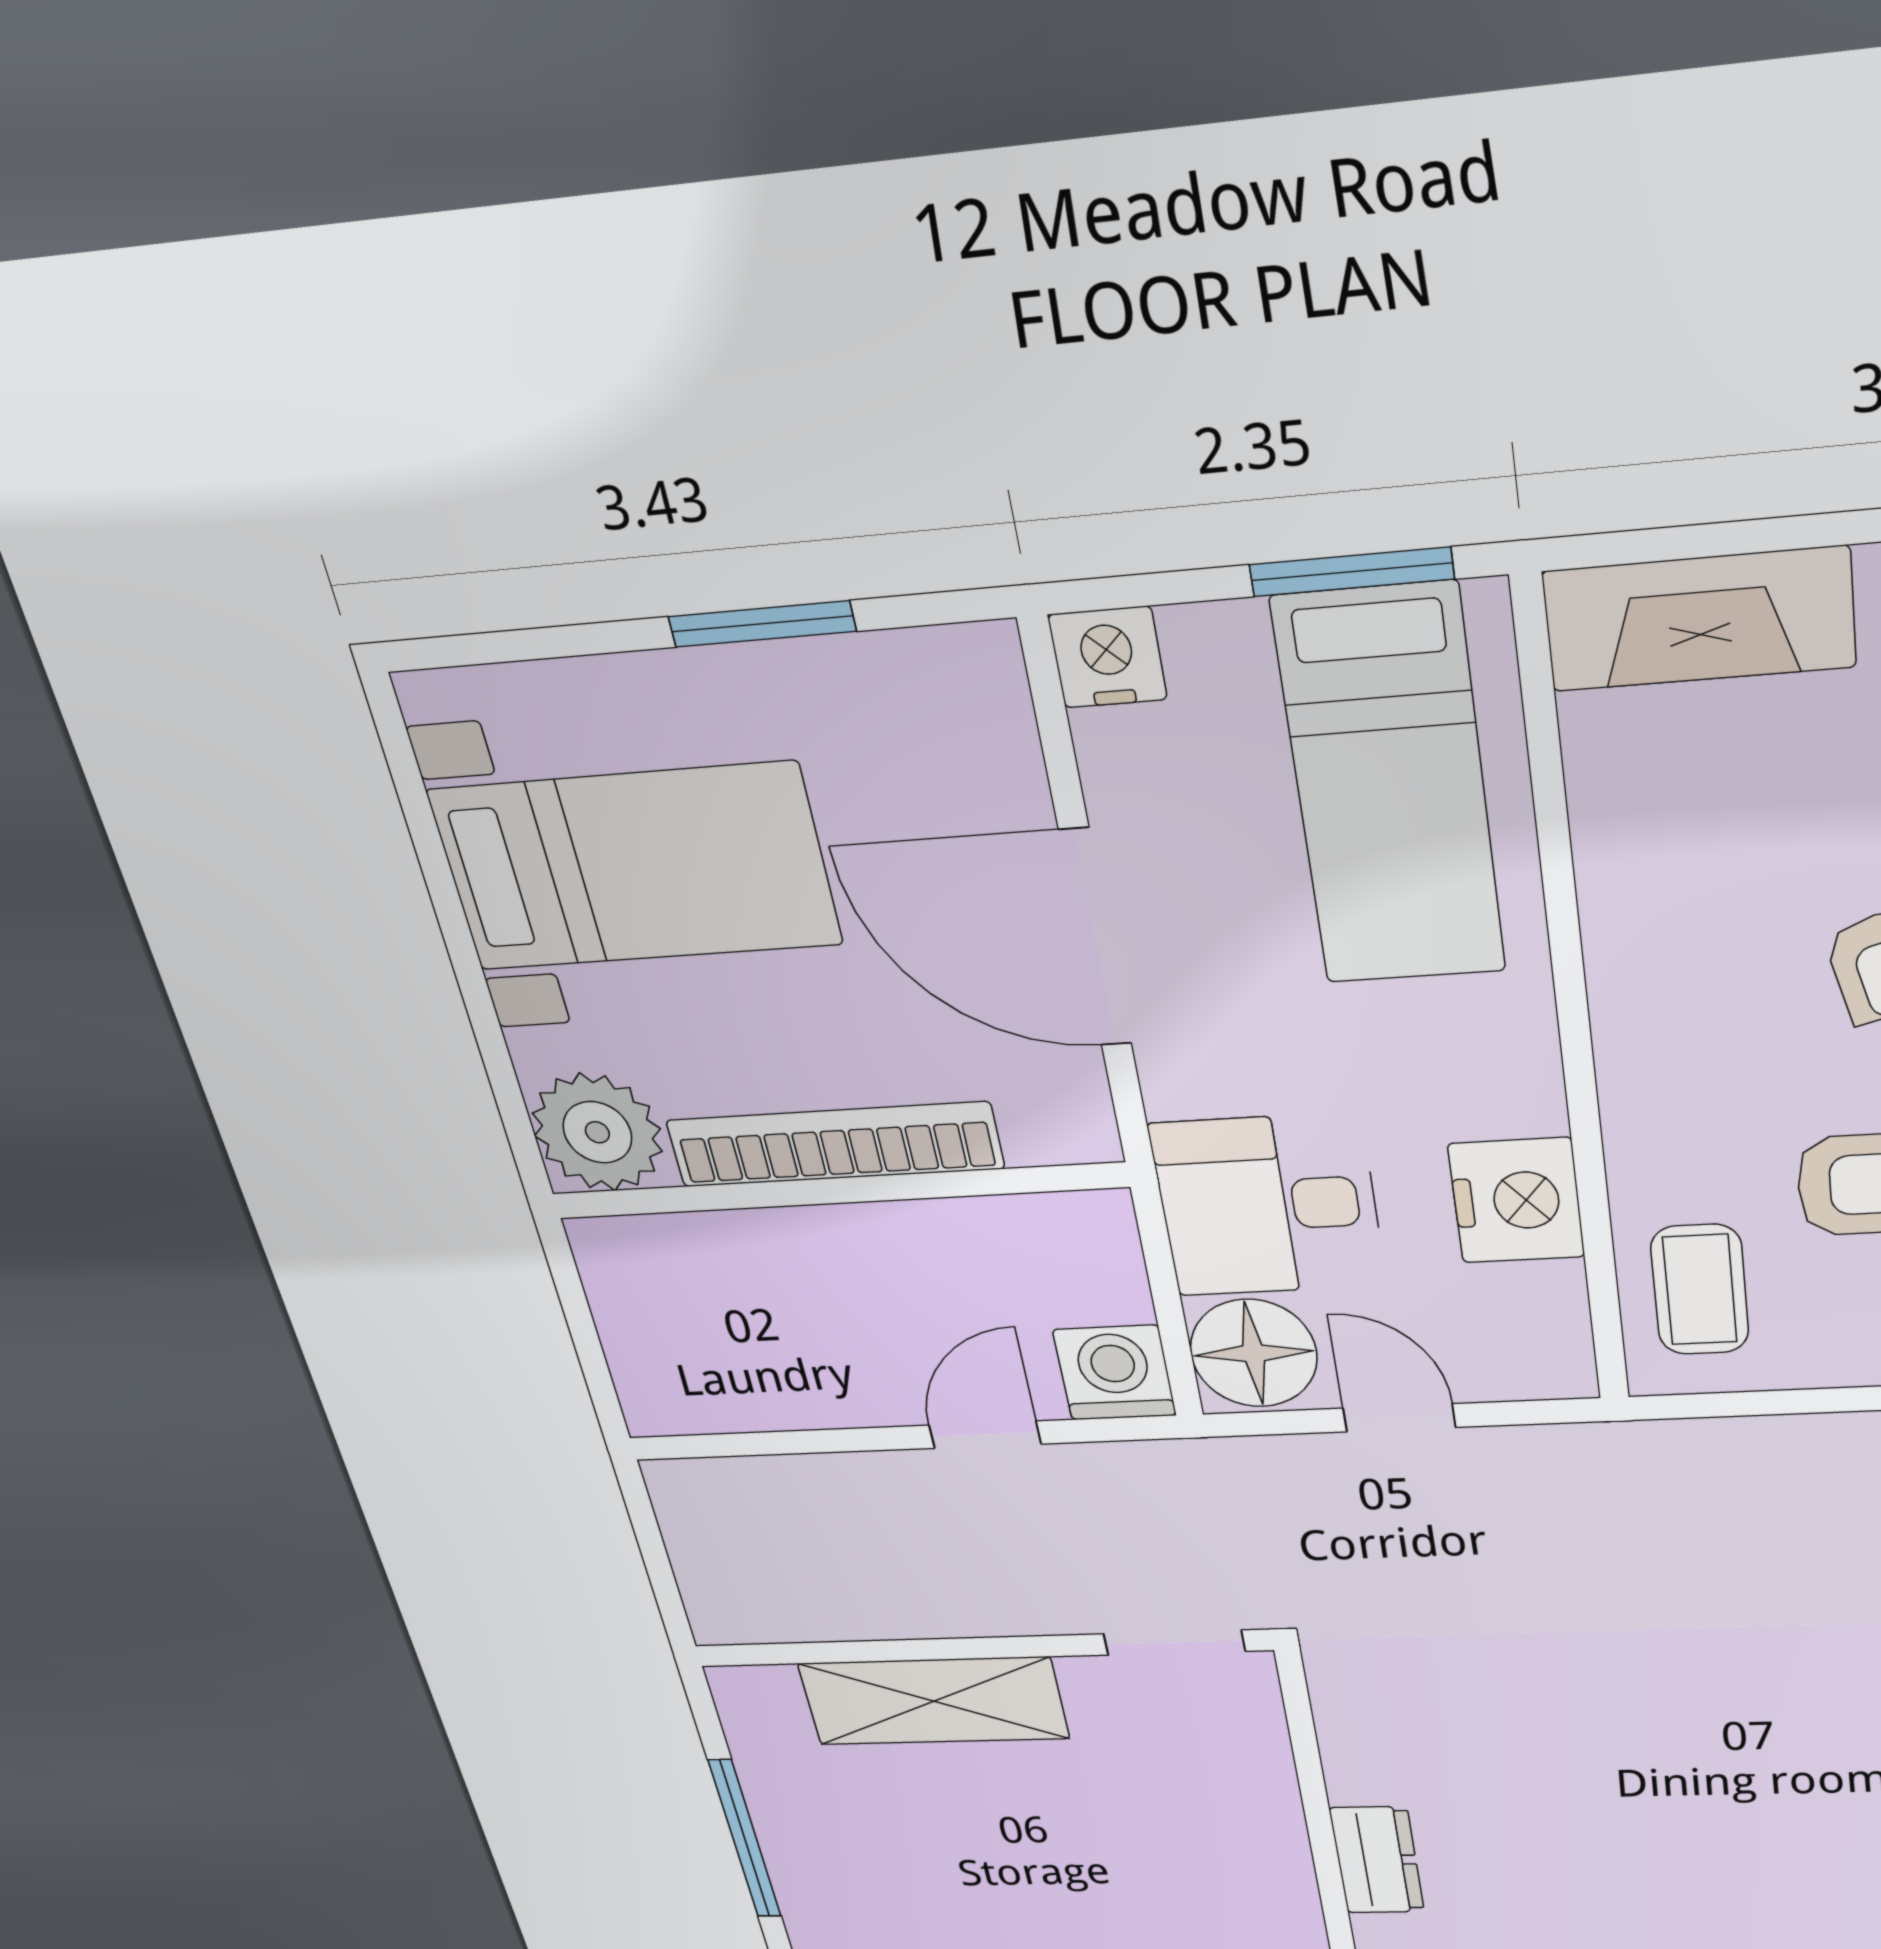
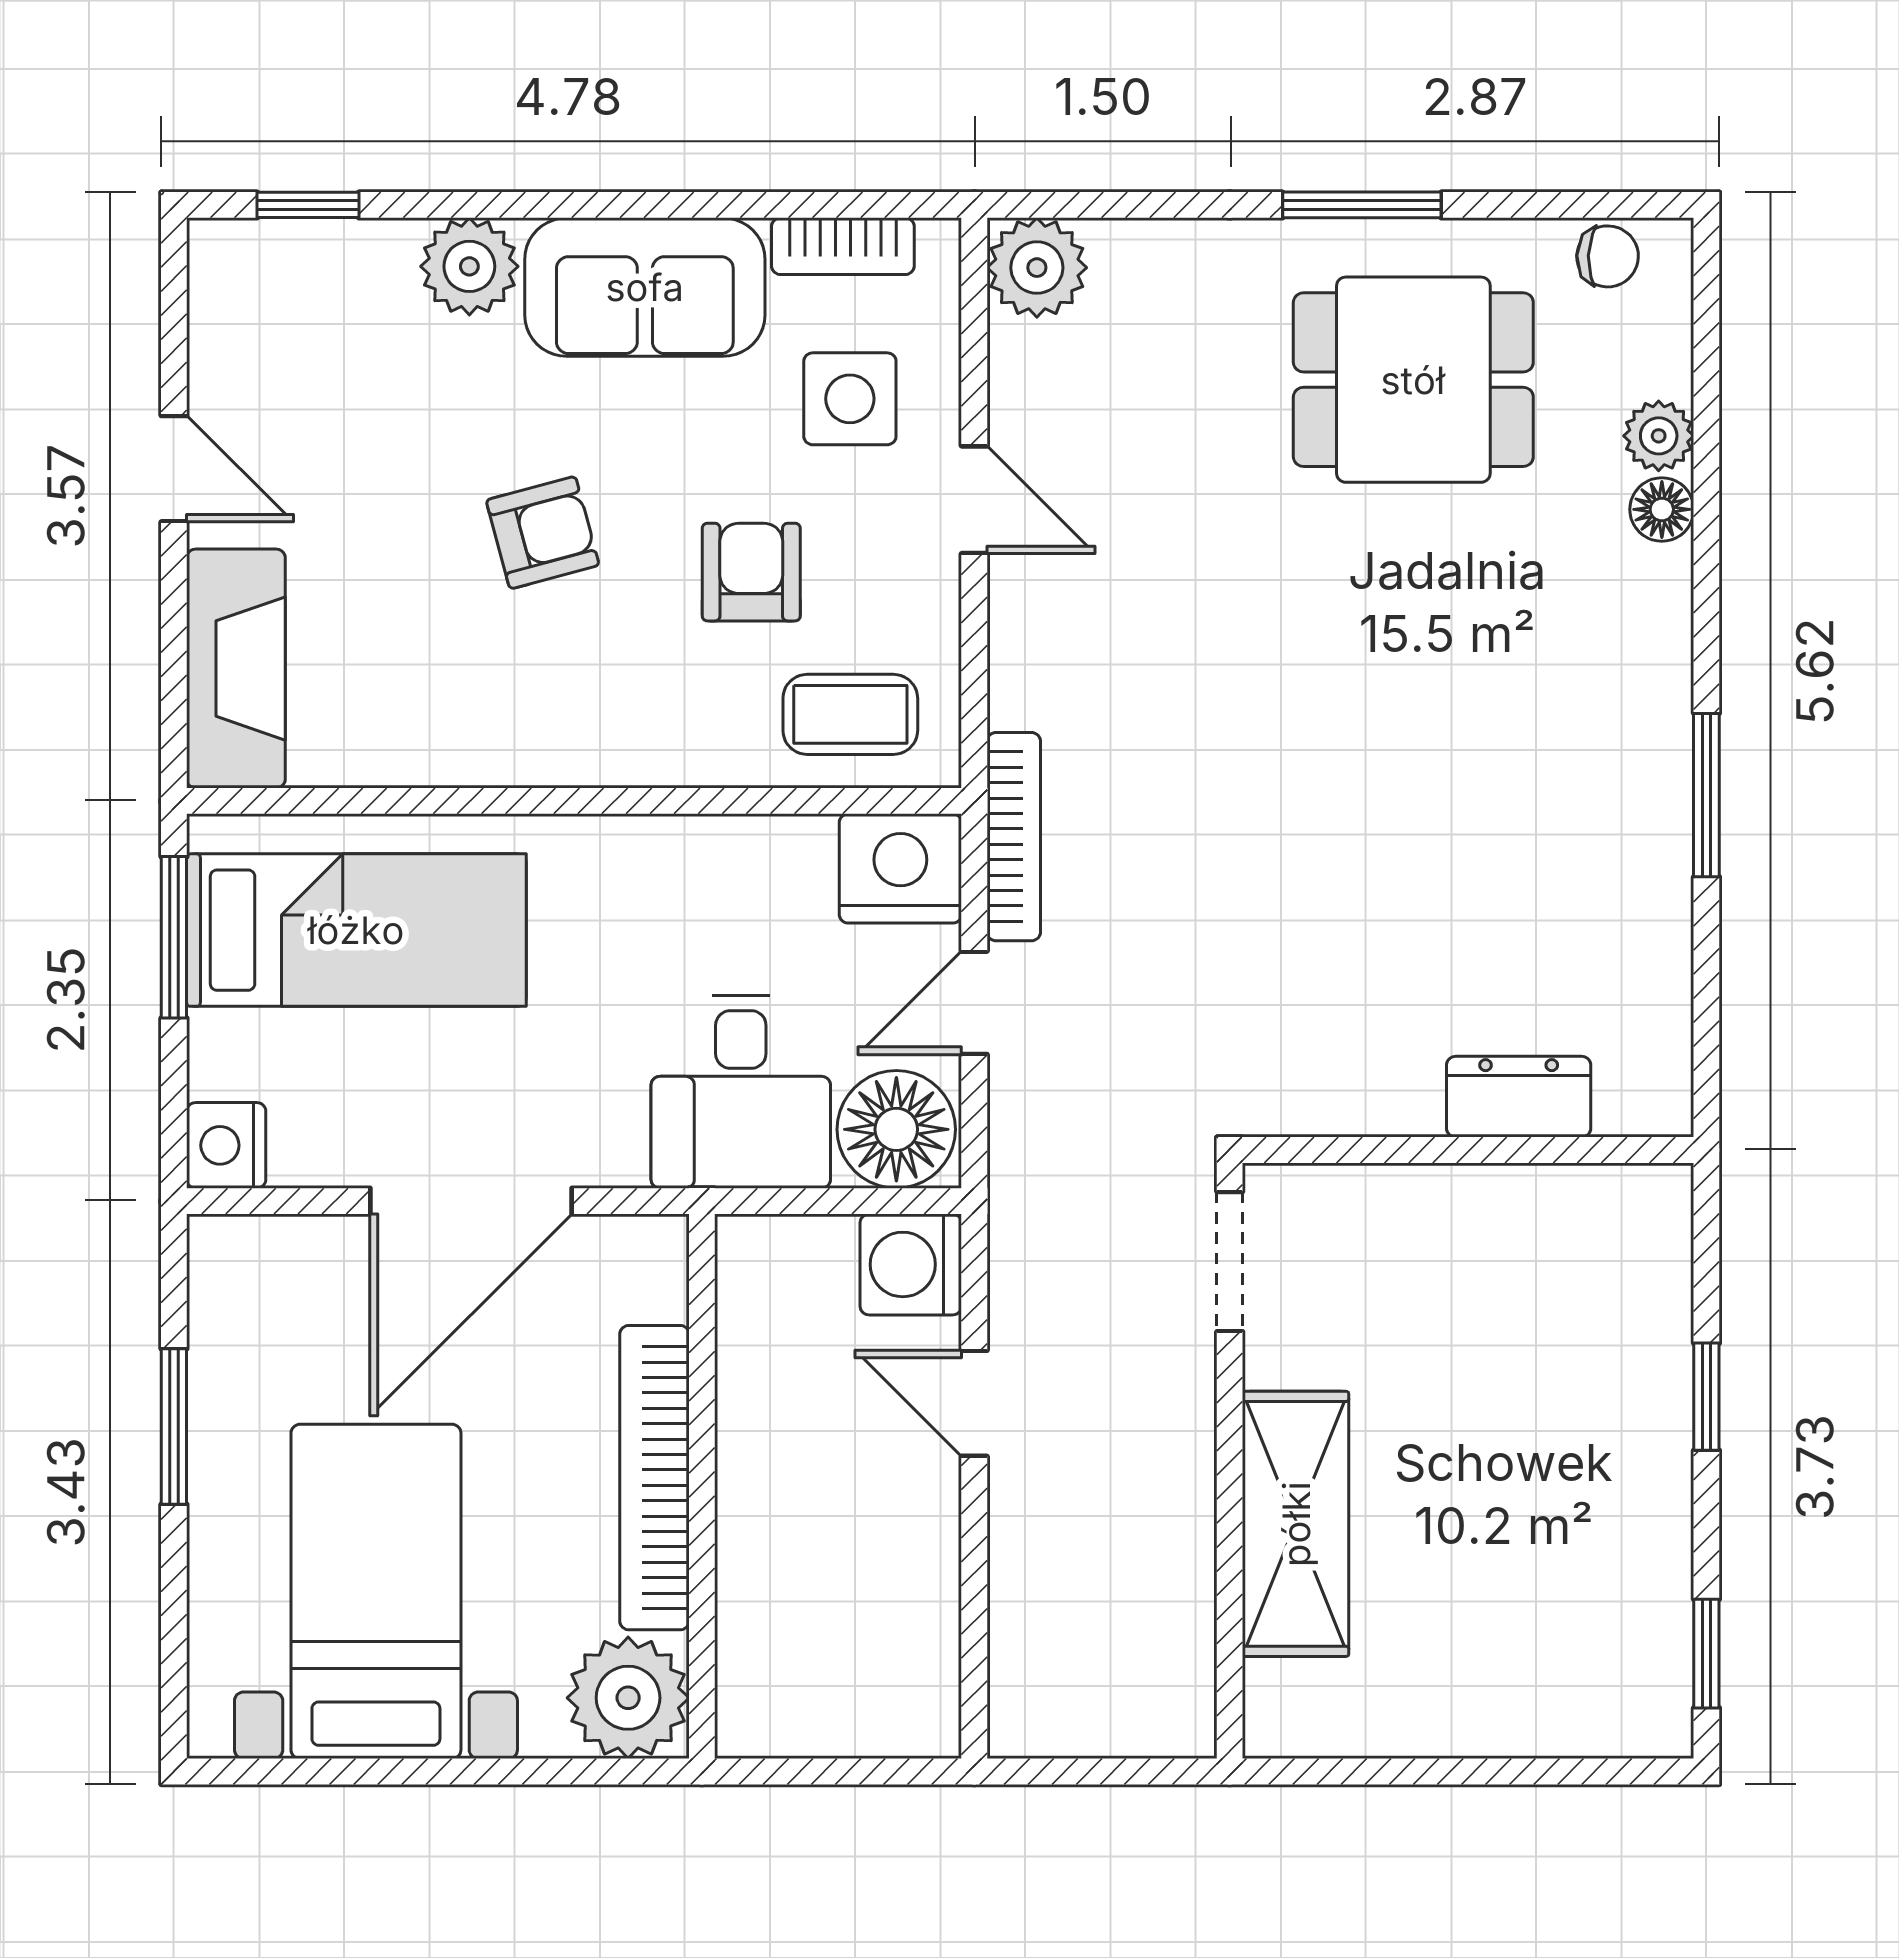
nightstand: (1517, 1201) -> (900, 868), moved
bookcase: (1581, 1446) -> (1014, 837), added
window: (745, 1839) -> (1475, 1772), removed

